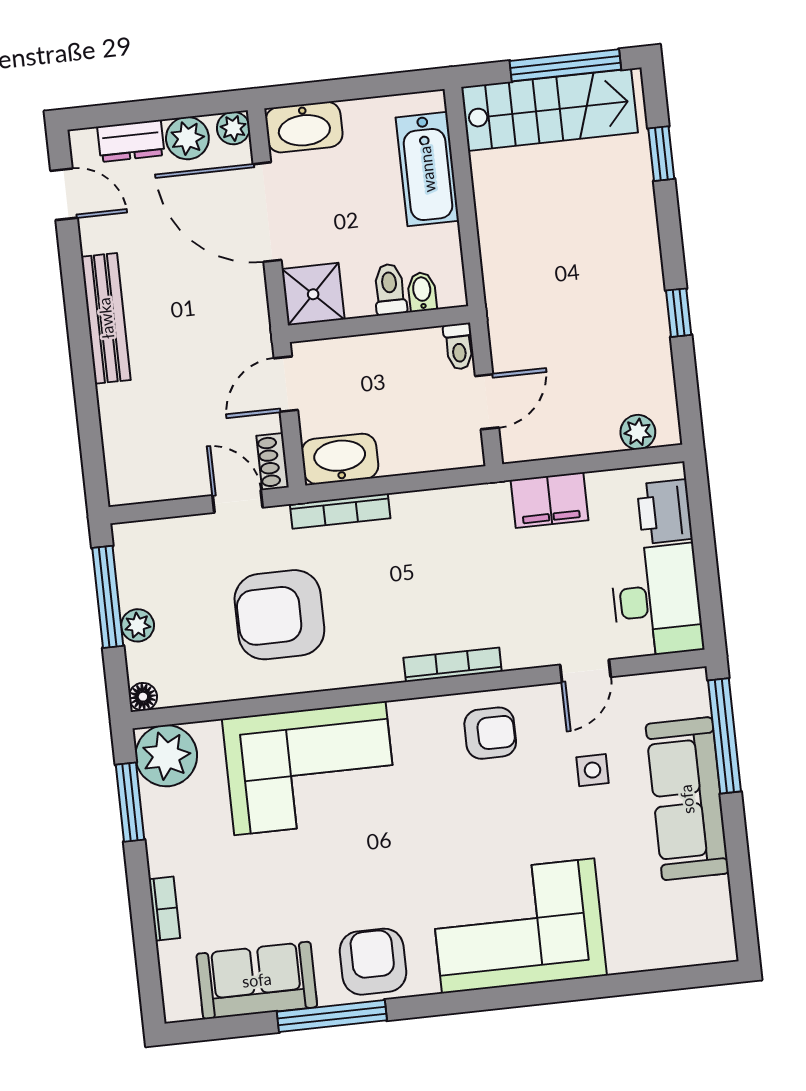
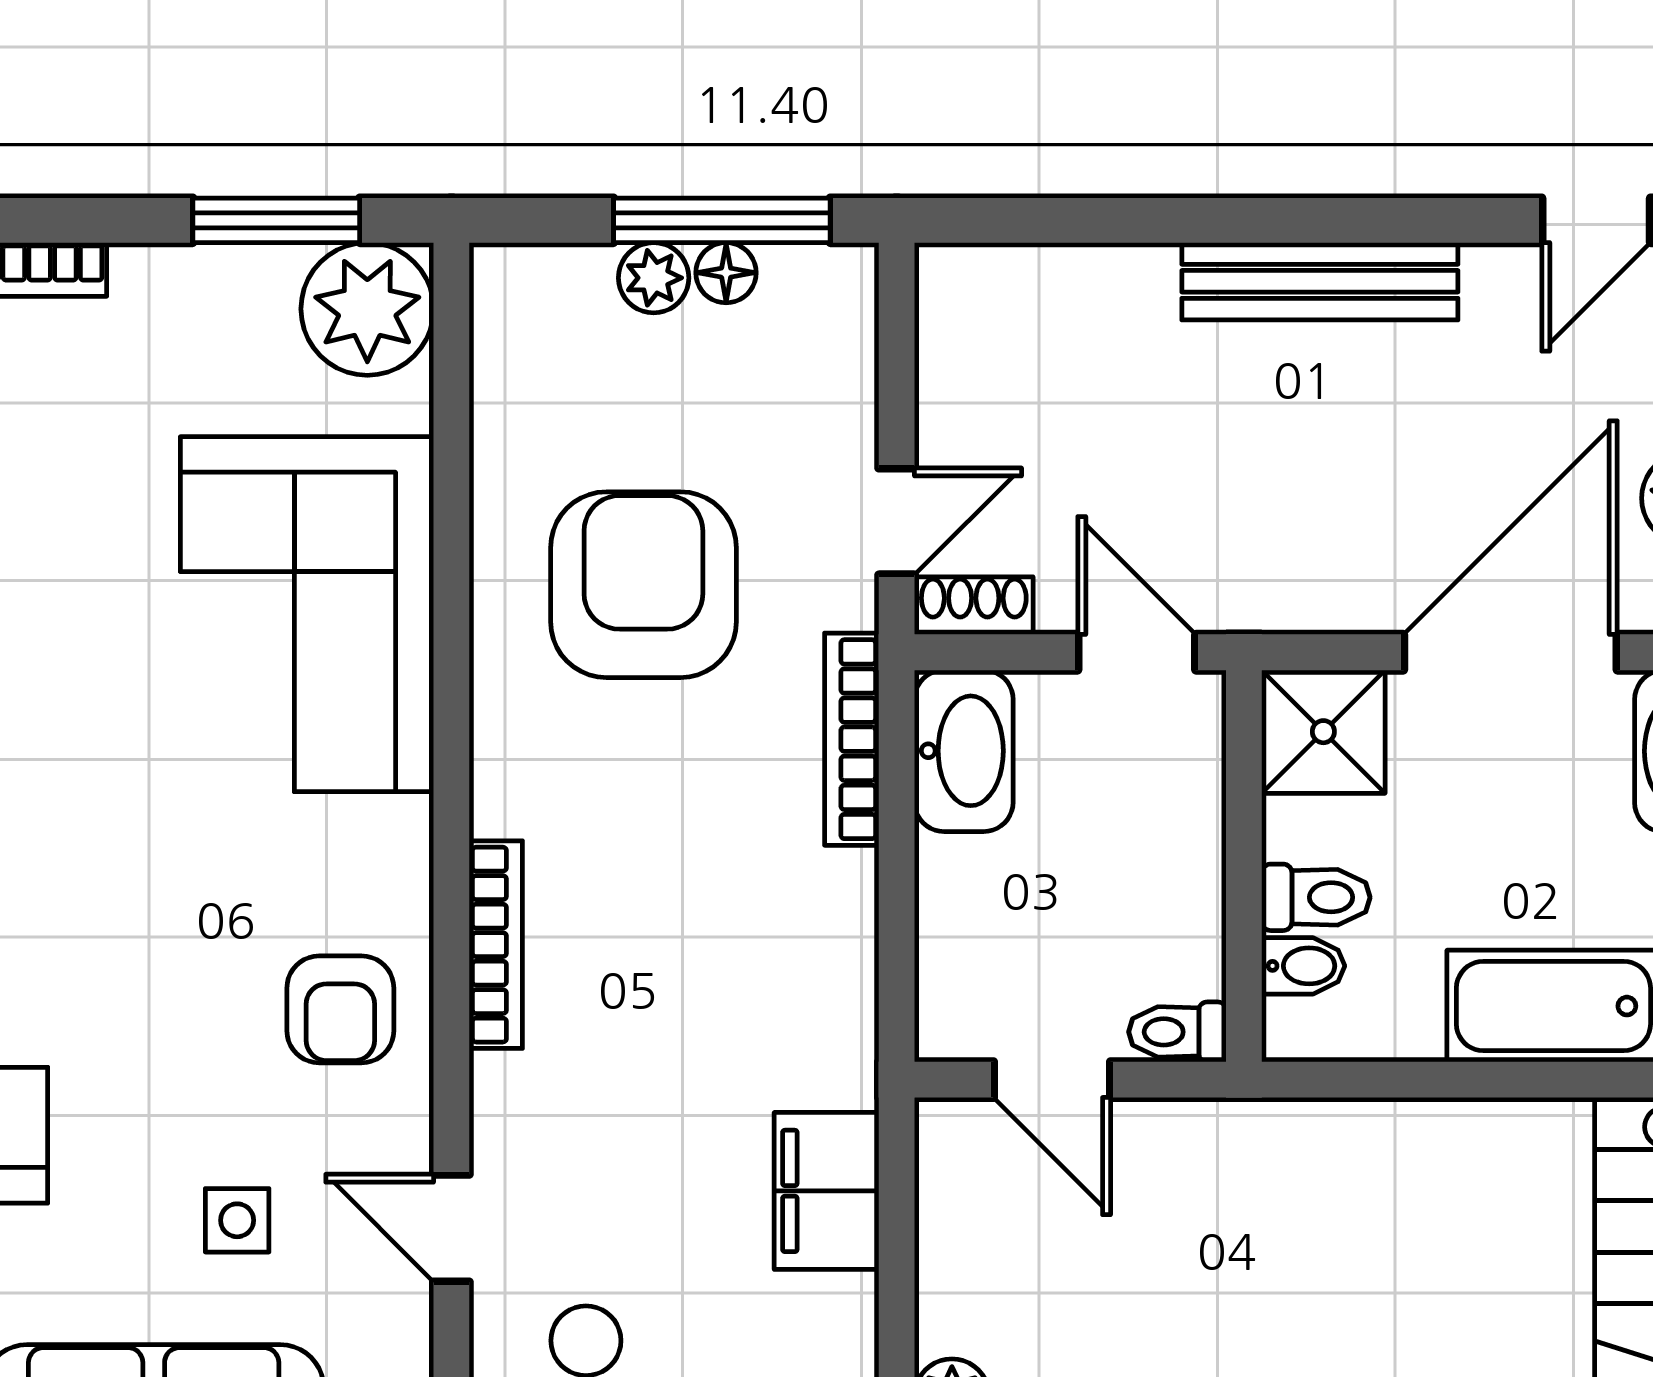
floor lamp: (143, 697) -> (726, 273), moved

